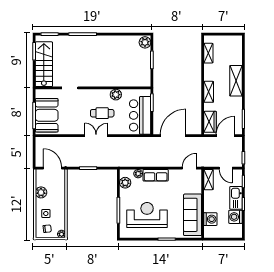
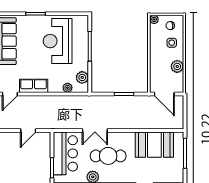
cafe table: (102, 113) -> (108, 156), width x1.37, depth x1.35
booth: (47, 115) -> (154, 145), moved, turned 90
double door: (96, 136) -> (95, 131), moved
door: (173, 136) -> (28, 131), width x0.53
row of seats: (156, 175) -> (34, 86), moved
reception desk: (147, 215) -> (58, 41), turned 90

